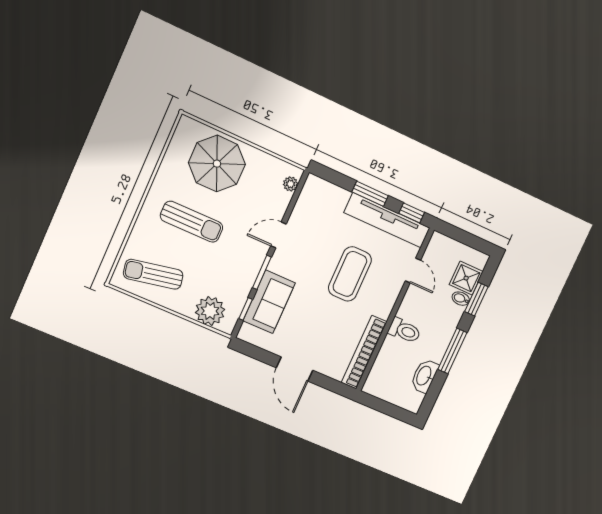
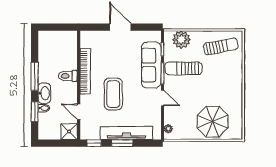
tv unit: (387, 220) -> (126, 133), moved
sun lounger: (192, 222) -> (184, 68), moved
door: (278, 235) -> (162, 98), hinge flipped
shower: (466, 278) -> (69, 132), moved
sofa: (269, 302) -> (151, 65), width x1.36
bookcase: (364, 352) -> (85, 71), moved
washbasin: (424, 376) -> (44, 93), moved

